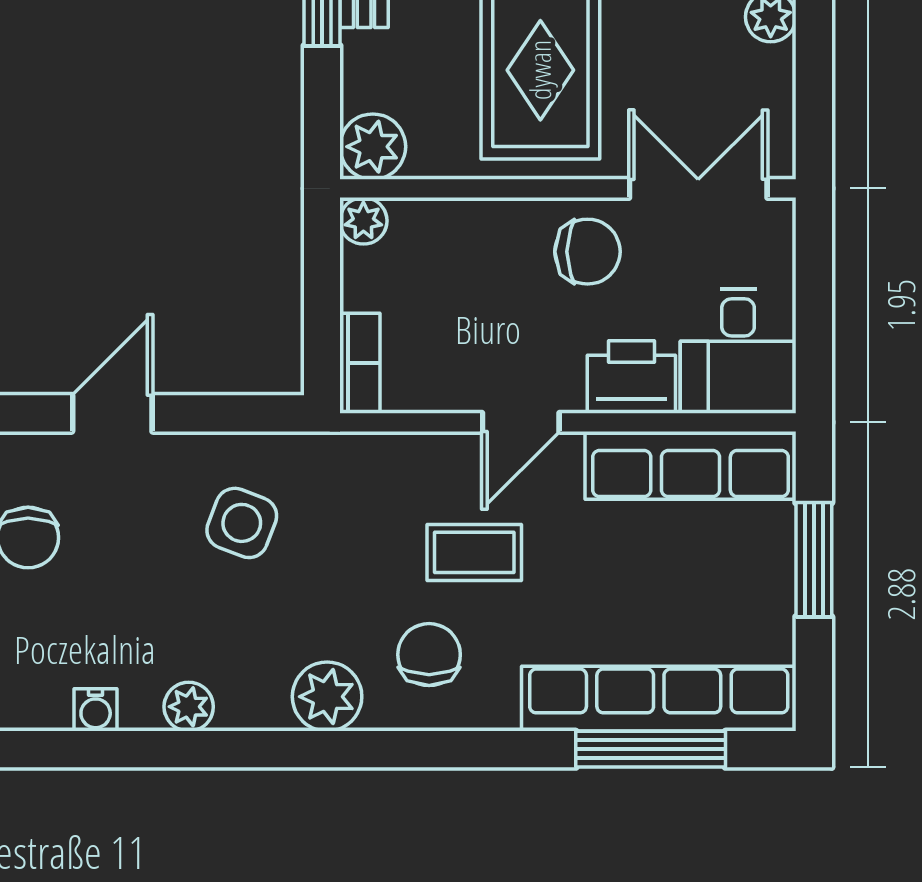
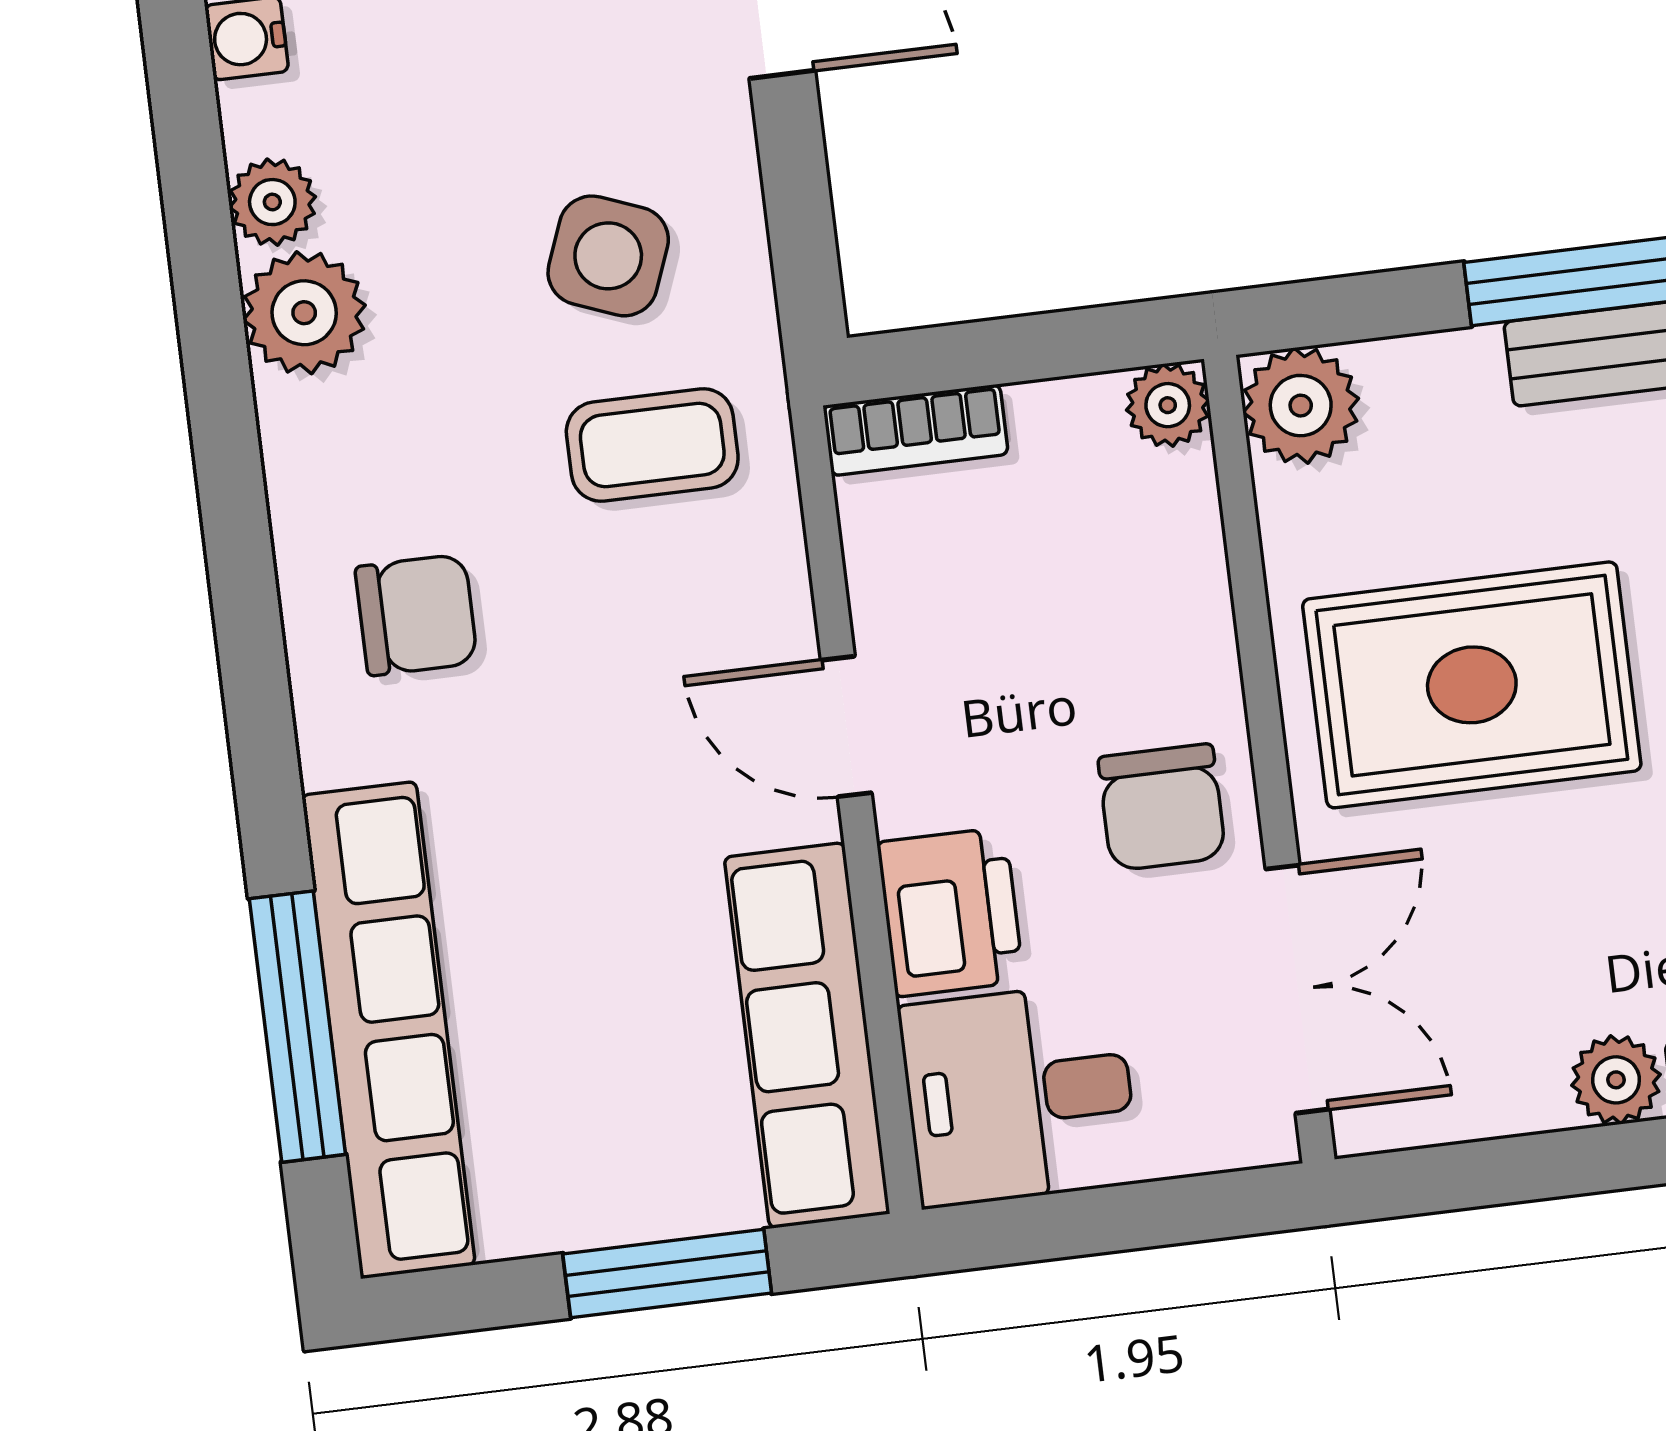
coffee table: (474, 552) -> (652, 445), moved, turned 90
plant: (327, 697) -> (304, 313), moved

